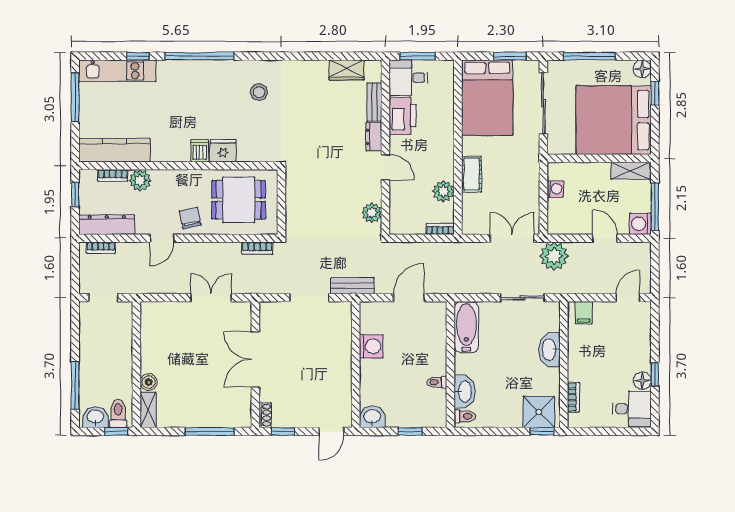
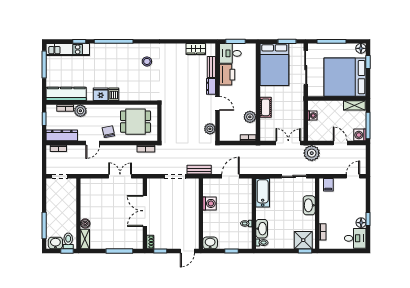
fridge: (223, 151) -> (101, 94), moved

